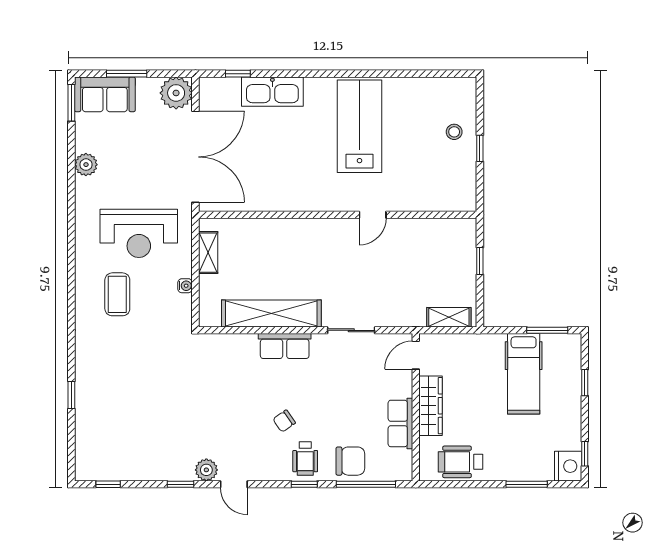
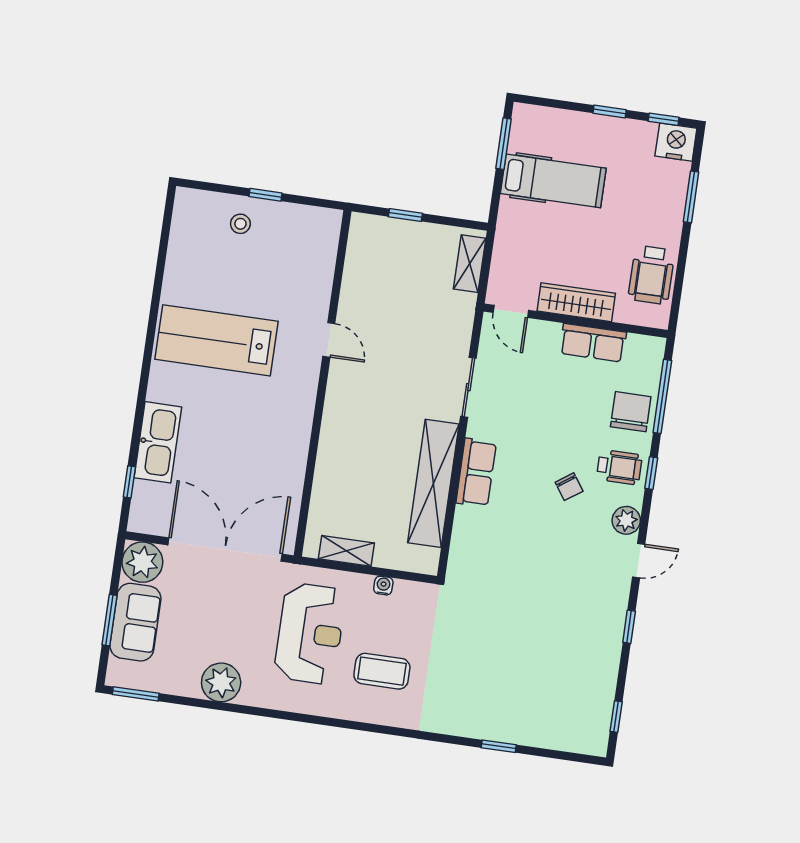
sofa: (105, 94) -> (135, 622), moved
plant: (86, 165) -> (221, 682), width x1.36, depth x1.36
window: (585, 383) -> (610, 112), moved
plant: (206, 470) -> (626, 520), moved

